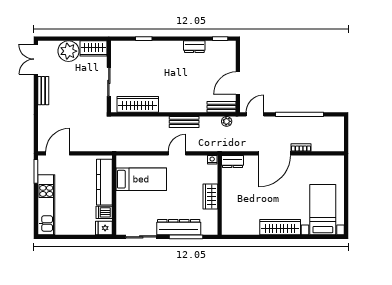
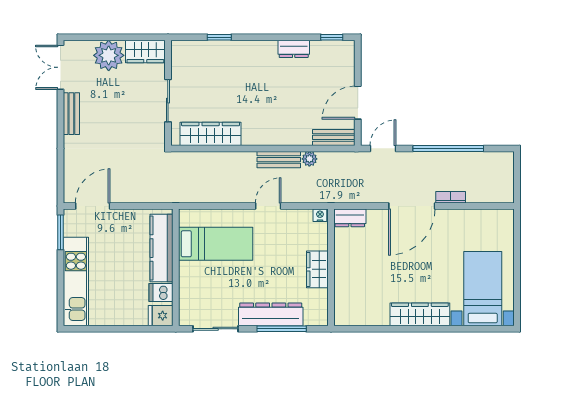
plant: (227, 121) -> (309, 159), moved

